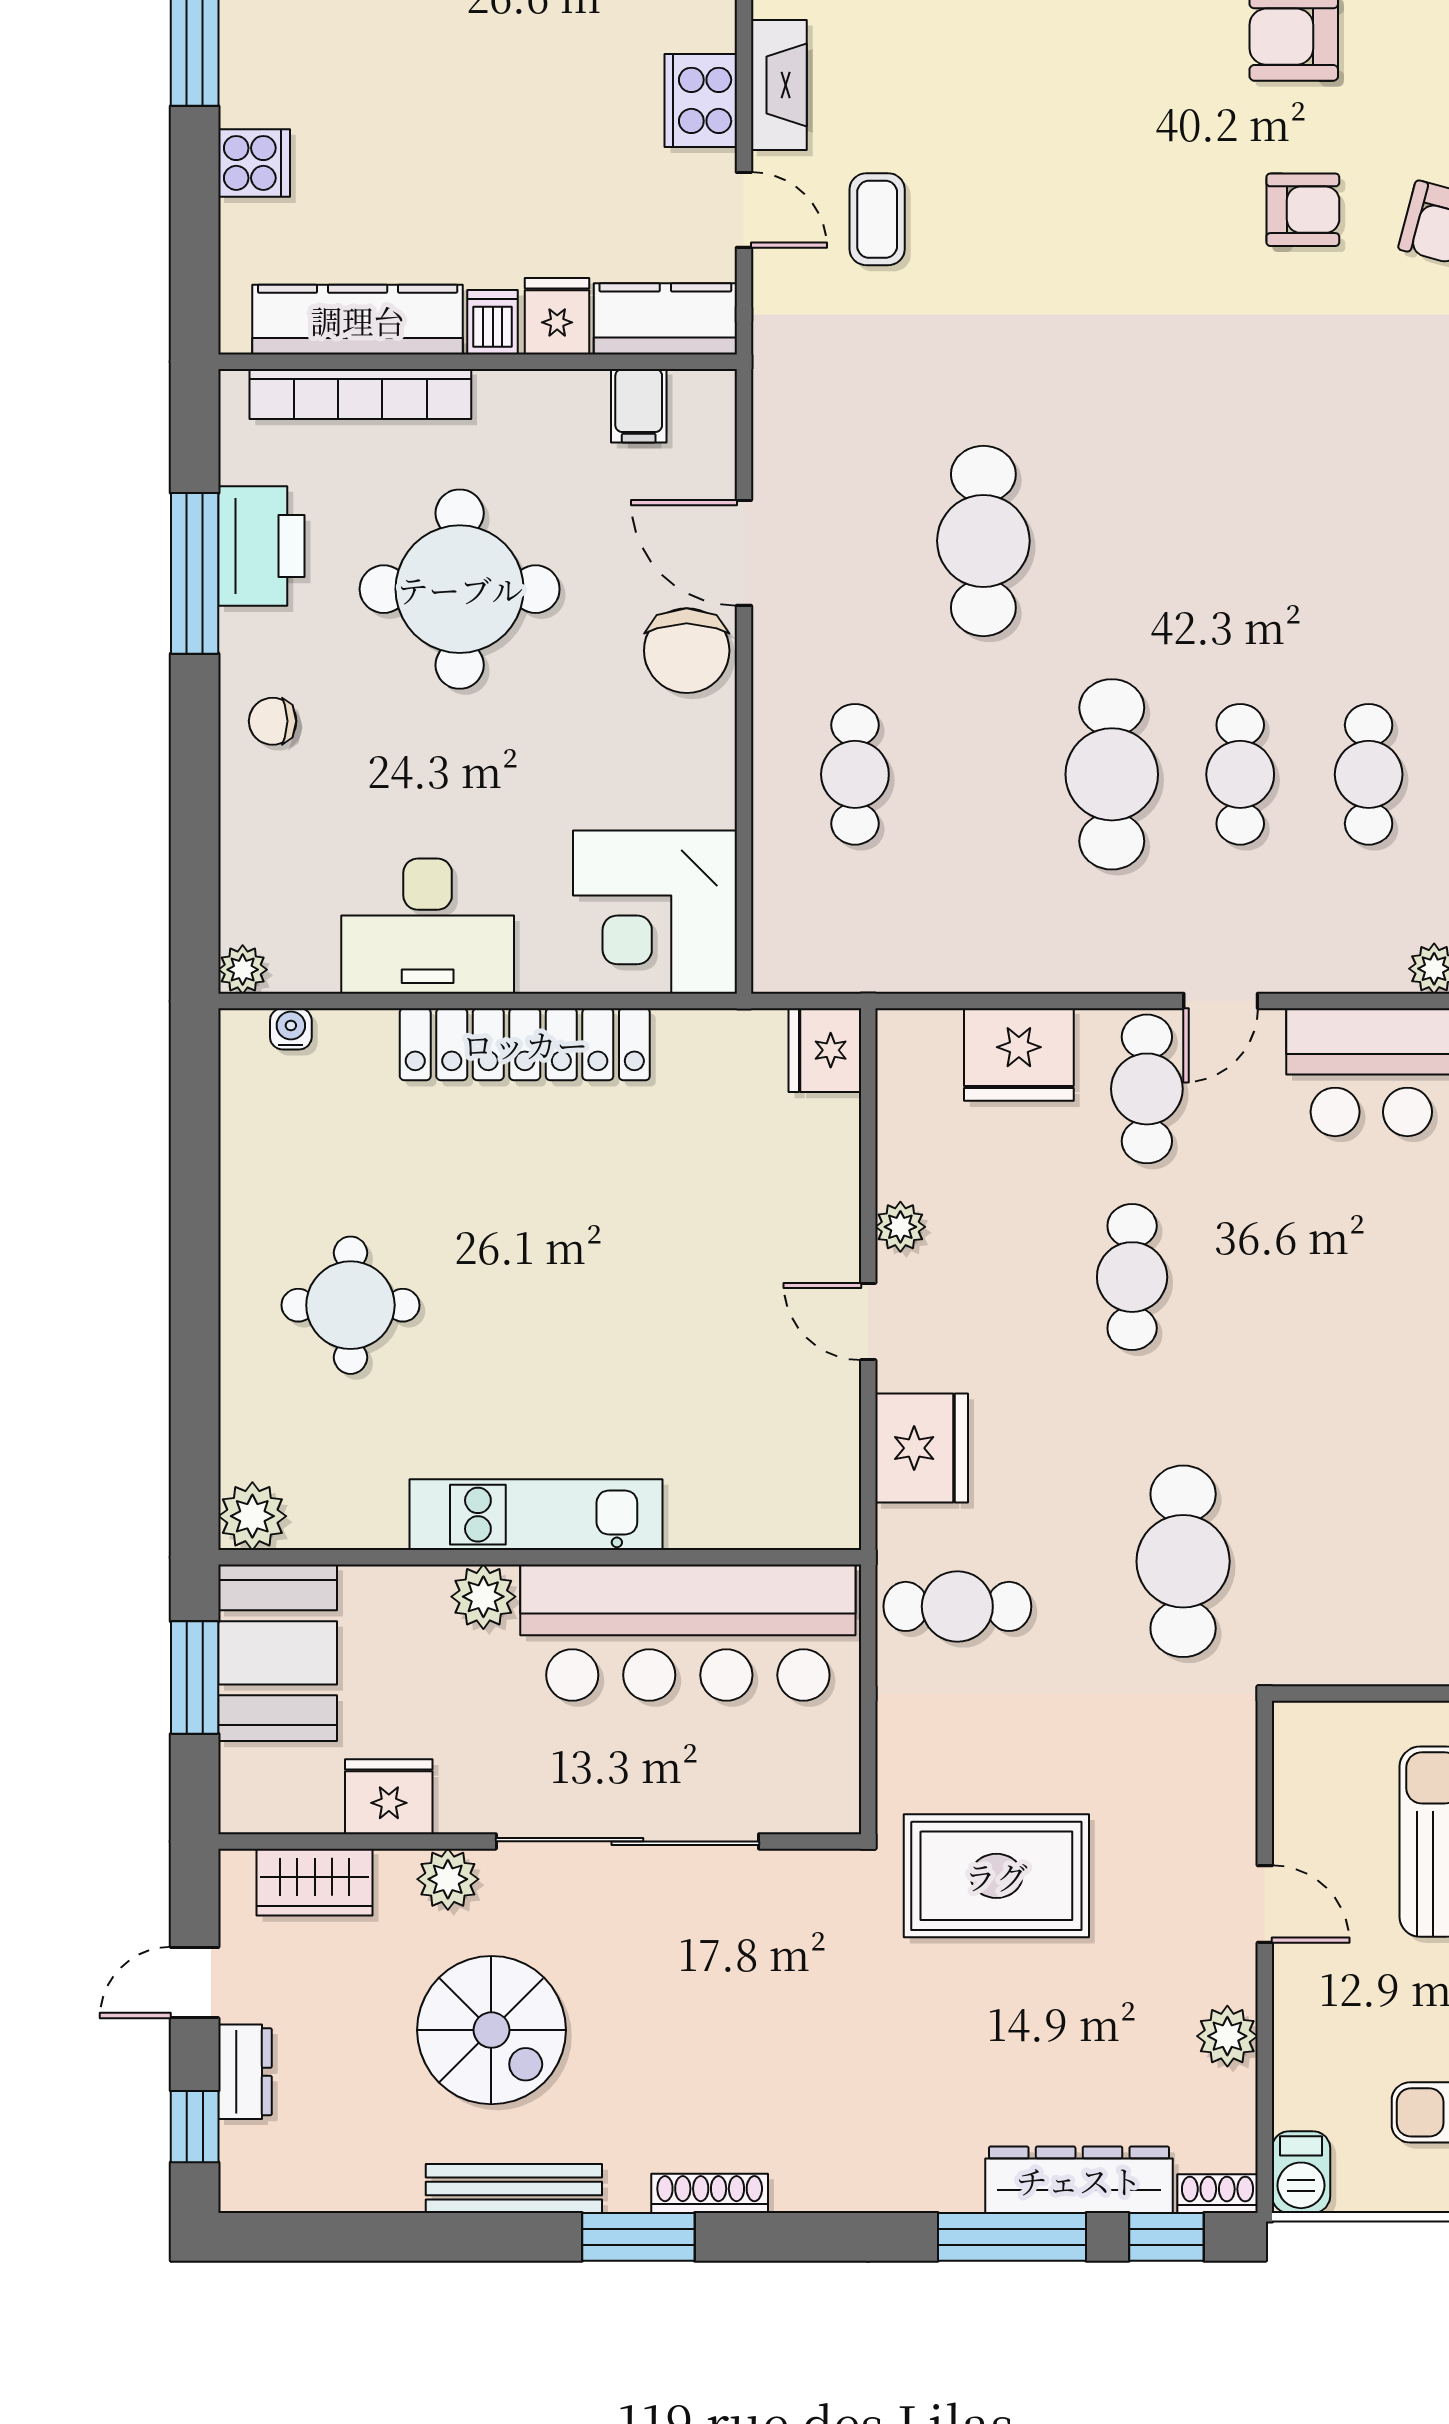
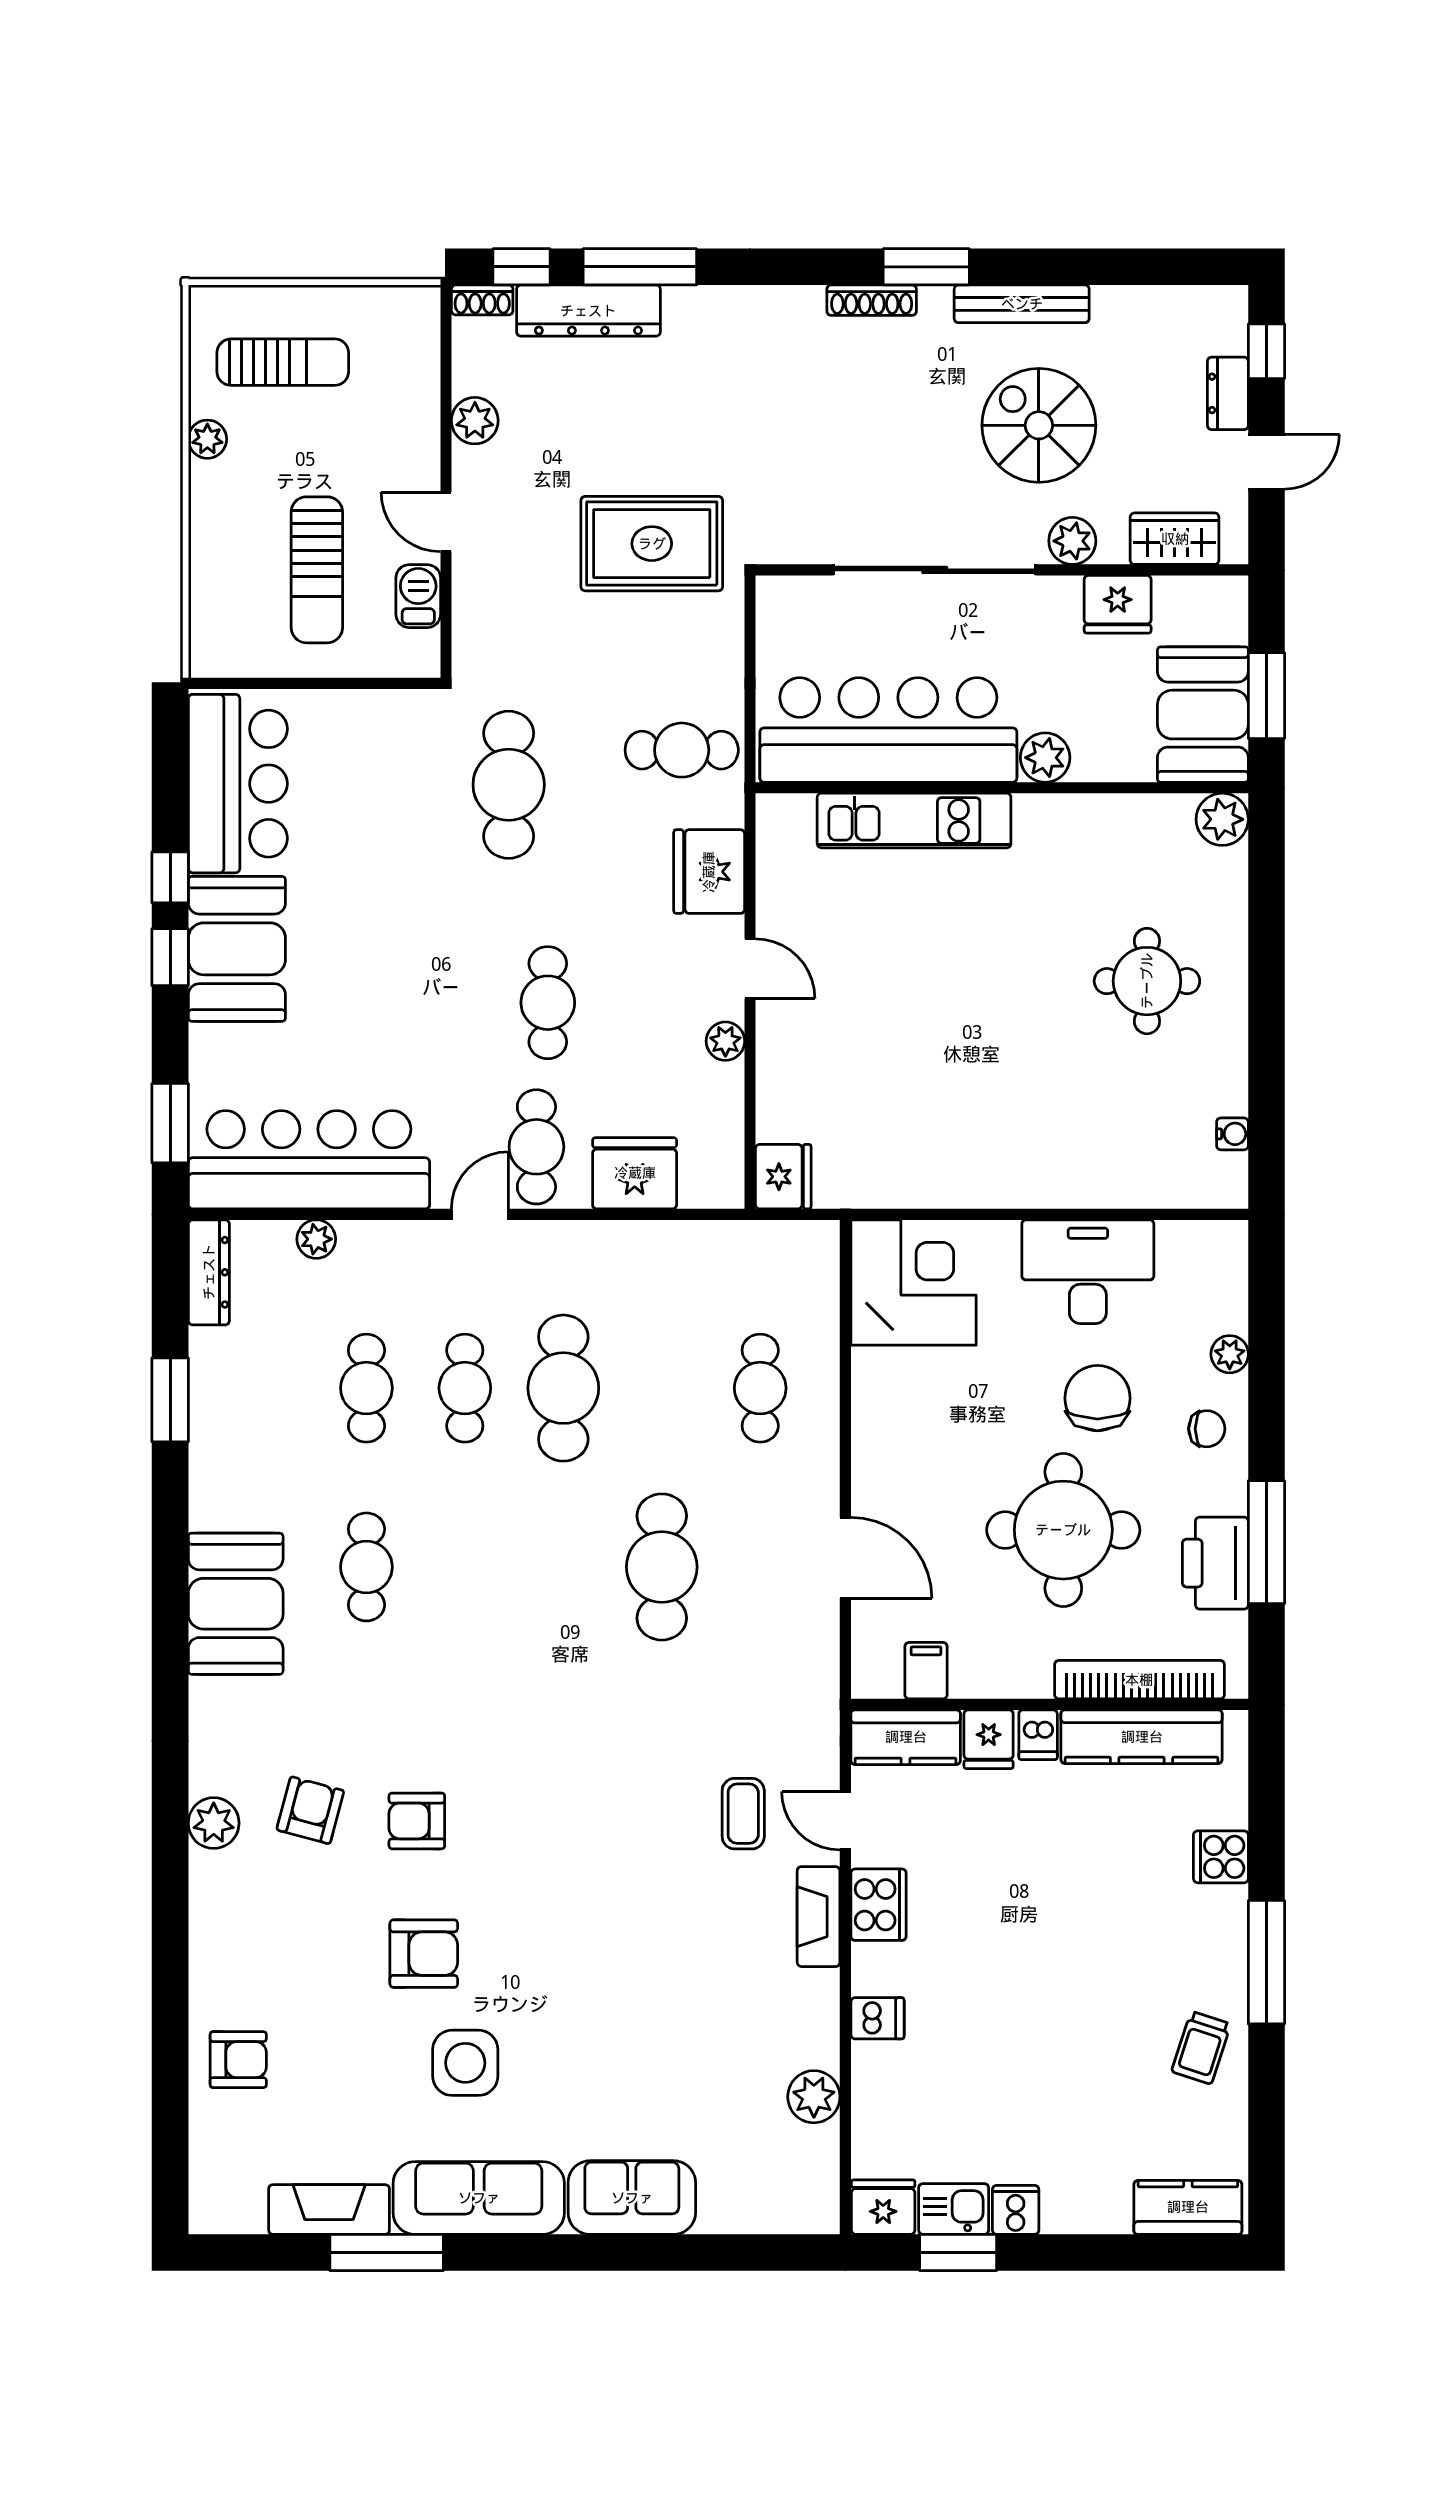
cafe table: (1369, 541) -> (366, 1567), added
chair: (687, 651) -> (1097, 1398), moved
plant: (243, 970) -> (1230, 1354), moved
water cooler: (291, 1029) -> (1232, 1134), moved, turned -90
locker: (525, 1044) -> (1013, 1181), removed
kitchen unit: (536, 1515) -> (914, 820), moved
barbecue: (1301, 2172) -> (418, 596), moved

